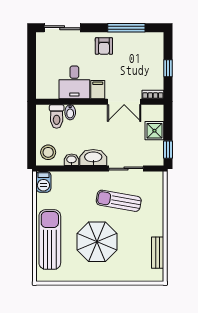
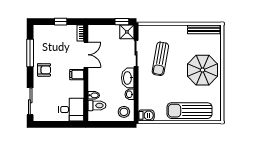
desk: (74, 82) -> (71, 110), moved
shower: (154, 131) -> (127, 32), moved
parasol: (97, 242) -> (202, 70), moved
bench: (158, 253) -> (204, 29), width x1.36

